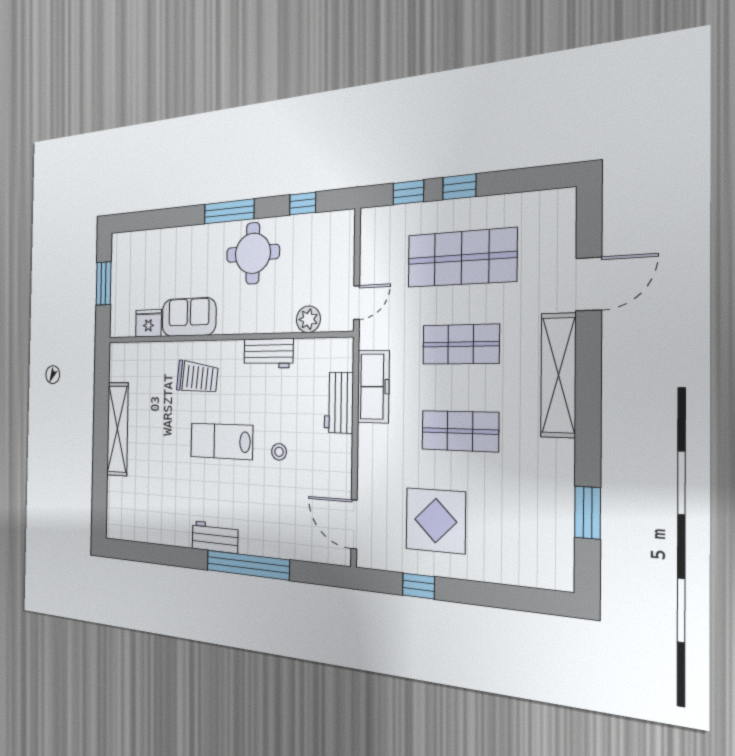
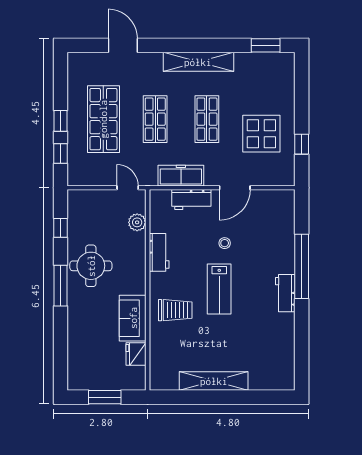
shelving: (558, 375) -> (198, 62), moved
trolley: (197, 377) -> (175, 310), turned 84
window: (588, 513) -> (266, 45), moved
door: (354, 524) -> (235, 188), moved

